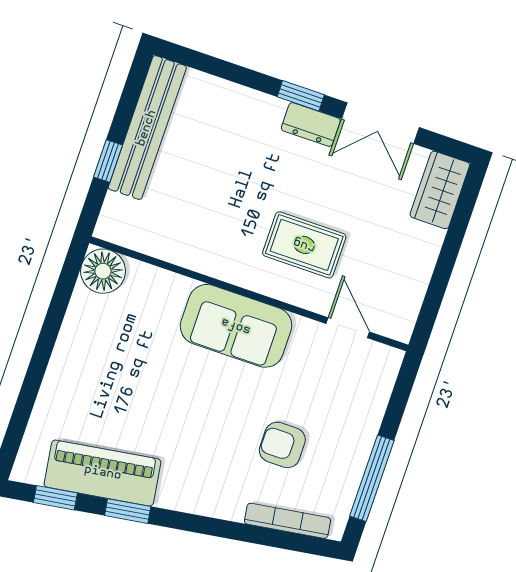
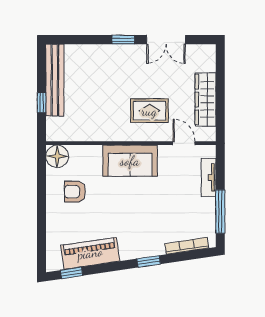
dresser: (311, 124) -> (133, 52), removed
wardrobe: (440, 190) -> (206, 100), moved, width x1.50
tv unit: (372, 407) -> (209, 178), added
armchair: (282, 445) -> (75, 192), moved
window: (128, 511) -> (149, 261), moved

